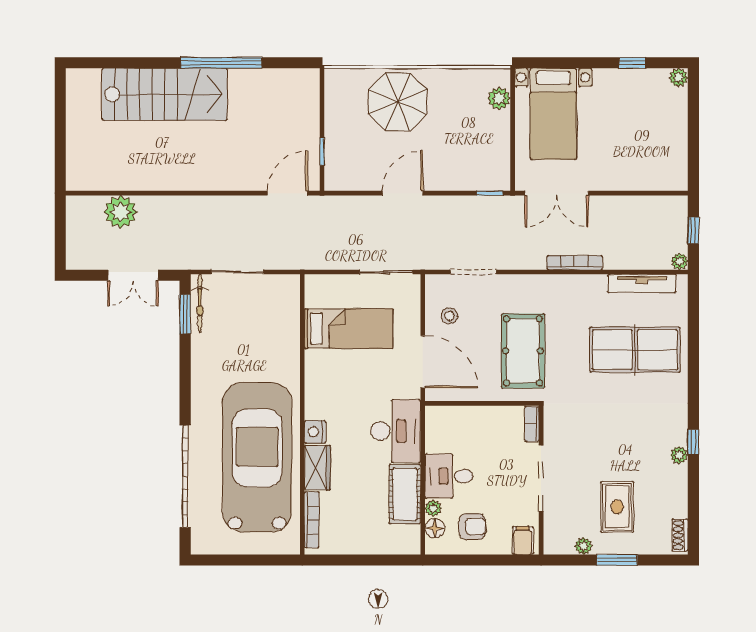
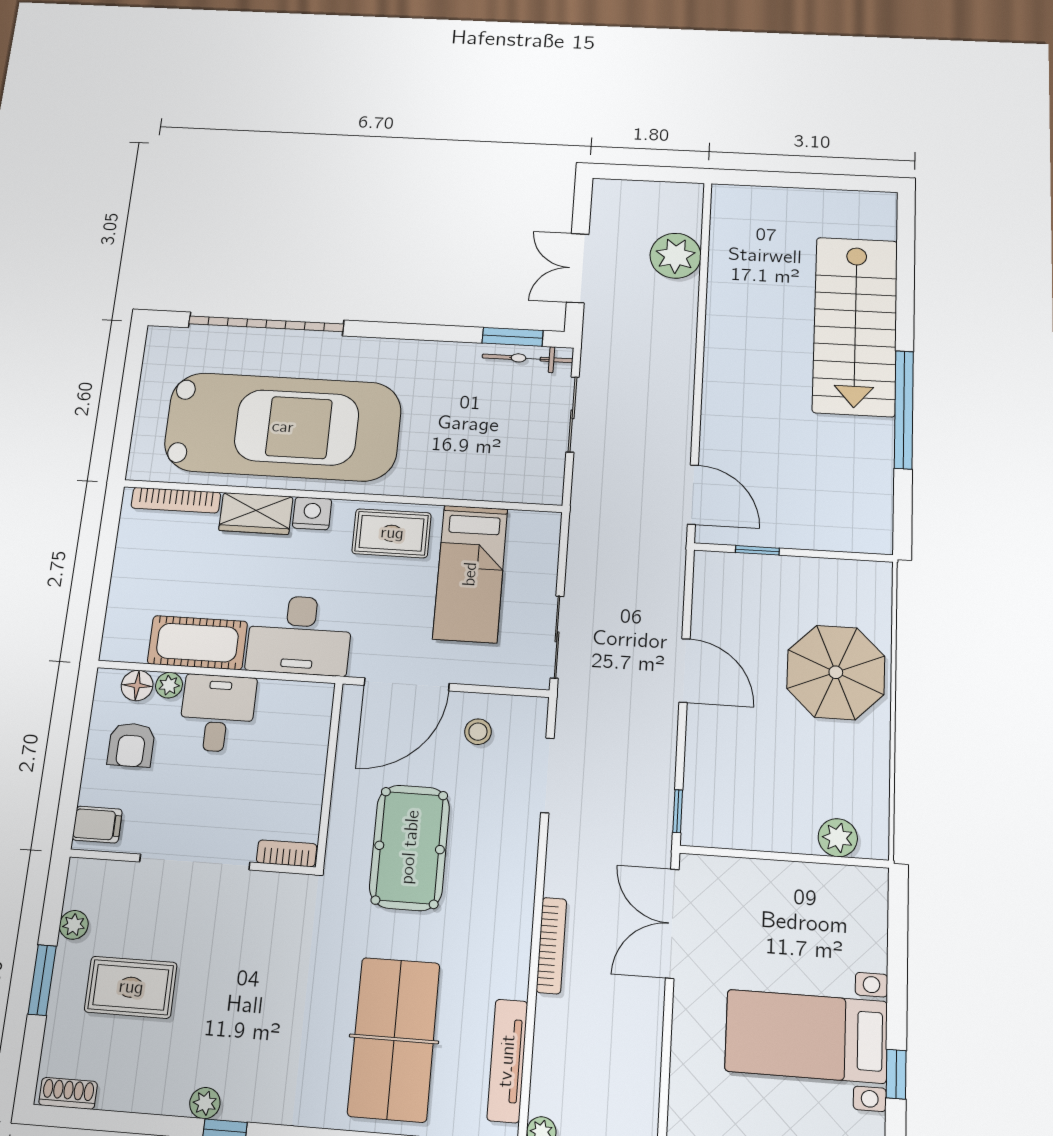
bed with nightstands: (553, 114) -> (806, 1036), moved
pool table: (523, 351) -> (410, 847), turned 90
rug: (325, 380) -> (392, 533), added

